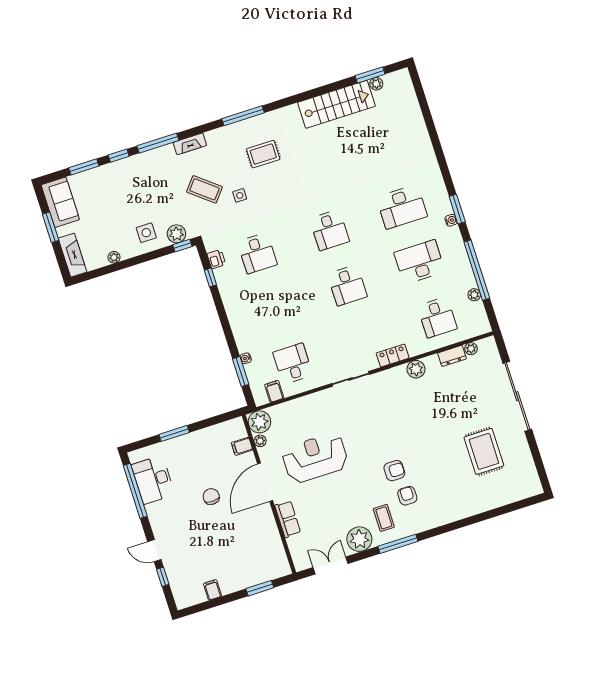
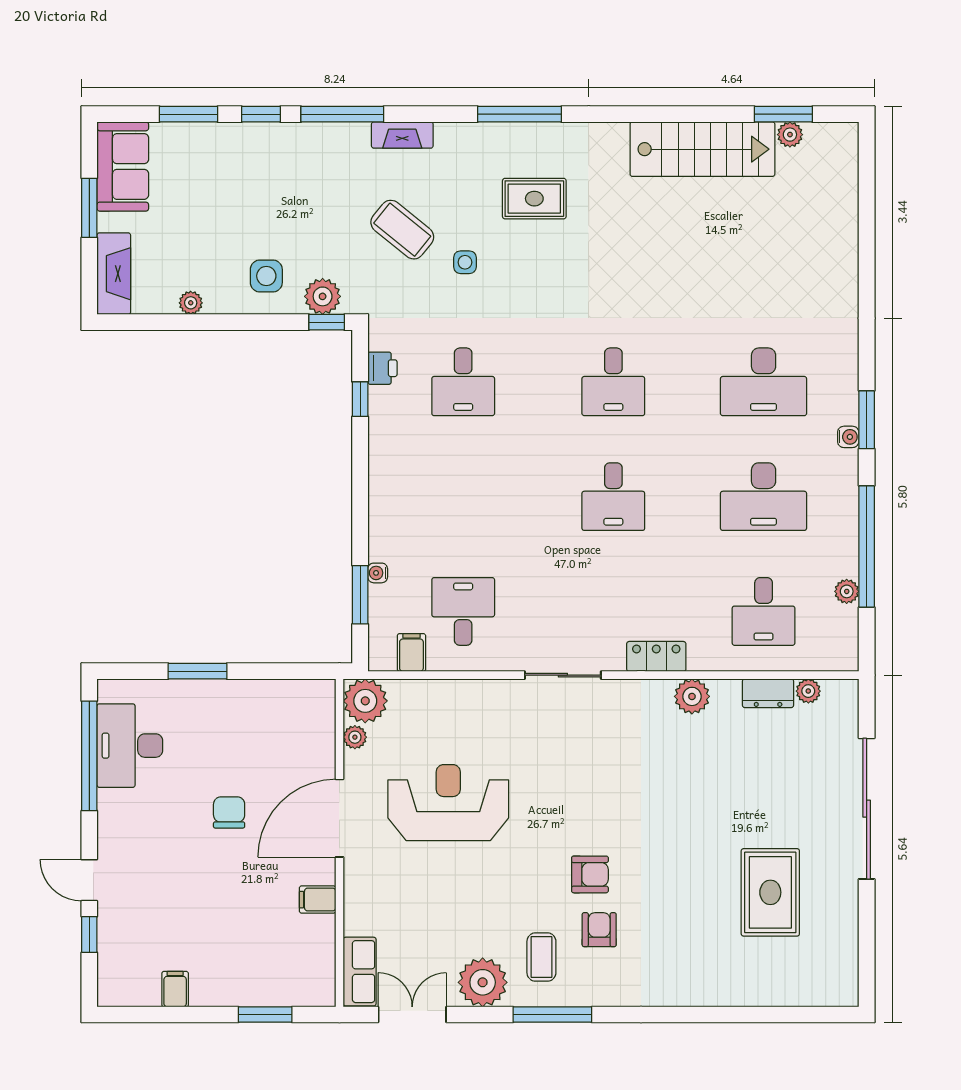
desk: (420, 262) -> (764, 497), turned 180
filing cabinet: (242, 446) -> (318, 900), moved
row of seats: (288, 519) -> (360, 972), moved

